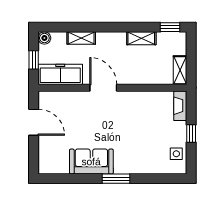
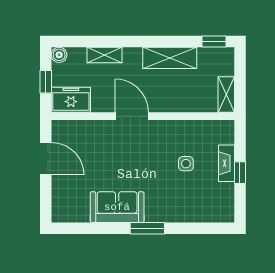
shelving: (141, 38) -> (170, 58), width x1.50, depth x1.33
freezer: (60, 74) -> (71, 100), width x0.71
fireplace: (180, 106) -> (227, 163), moved
side table: (176, 154) -> (186, 164), moved

